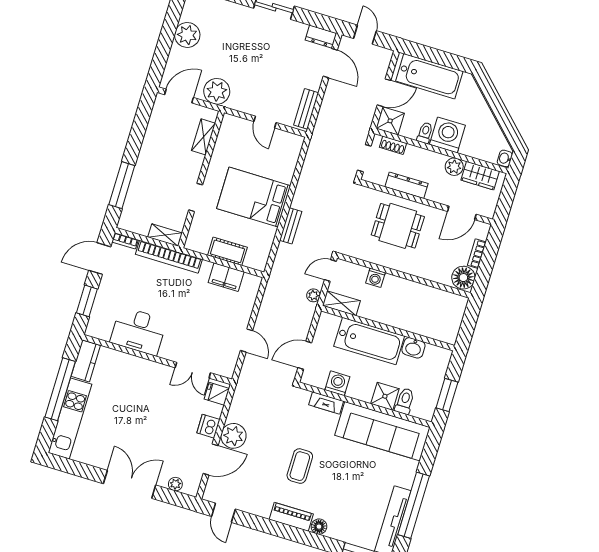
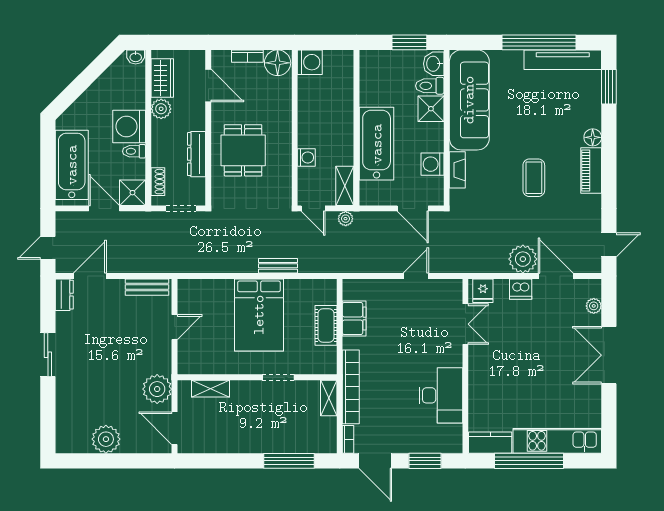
washing machine: (456, 305) -> (310, 62), added
washbasin: (413, 348) -> (434, 64), moved, turned 180
coffee table: (300, 466) -> (534, 178), turned 90

